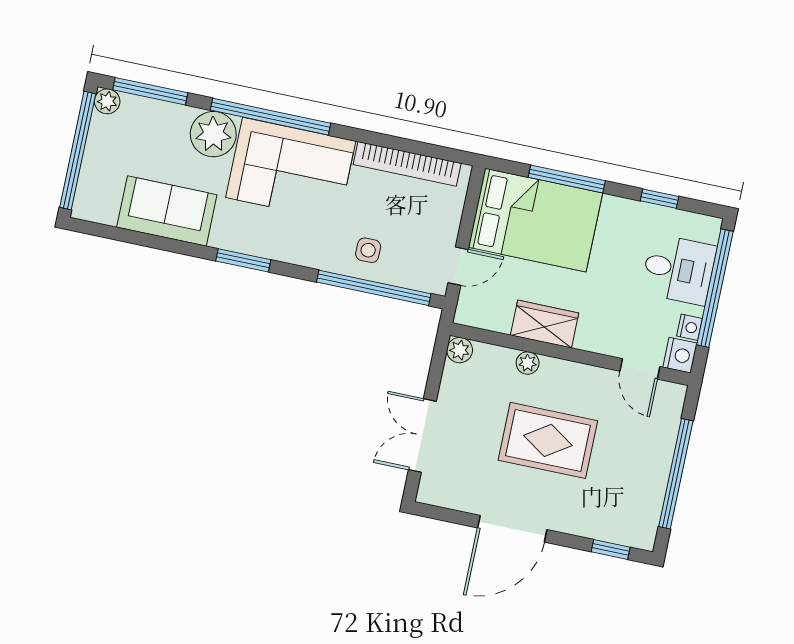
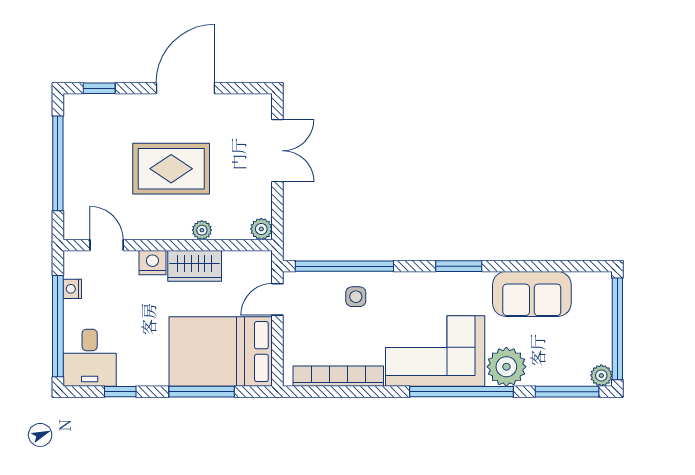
desk: (679, 269) -> (90, 358), moved, turned -90
nightstand: (680, 355) -> (152, 263), moved, turned 90

